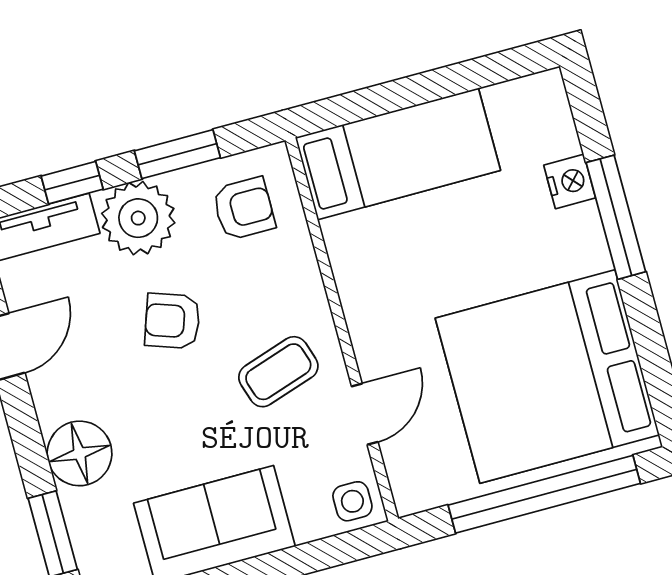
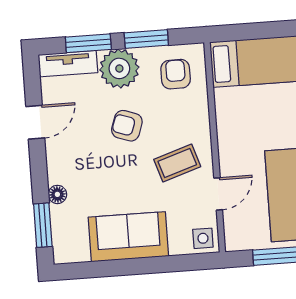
window: (72, 183) -> (88, 43), width x1.50
armchair: (244, 209) -> (176, 74), turned -90
floor lamp: (80, 453) -> (57, 194), width x0.53, depth x0.53

